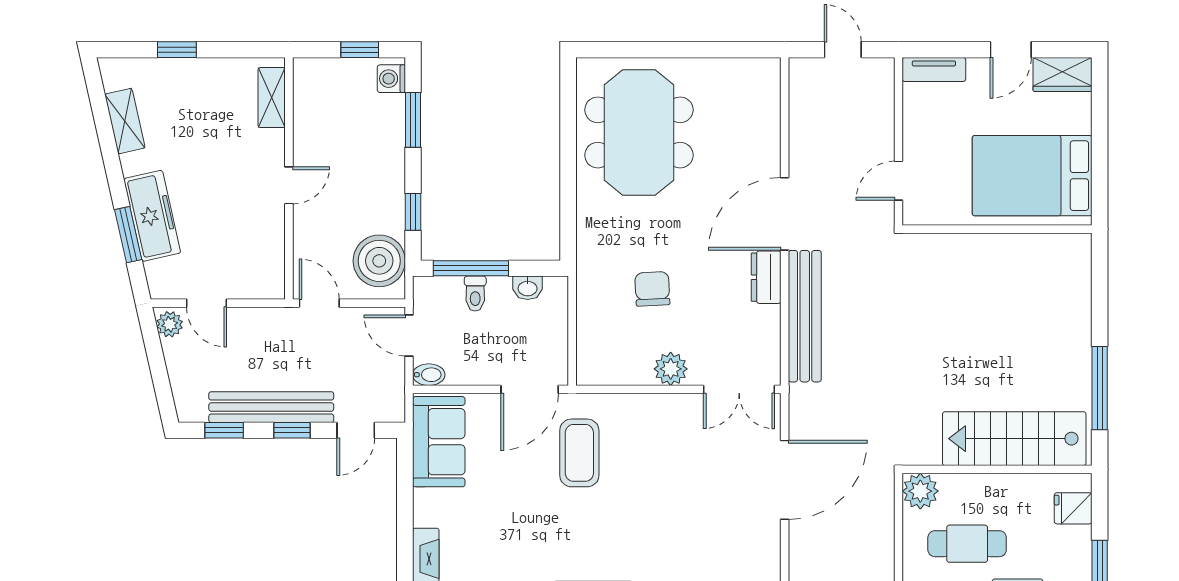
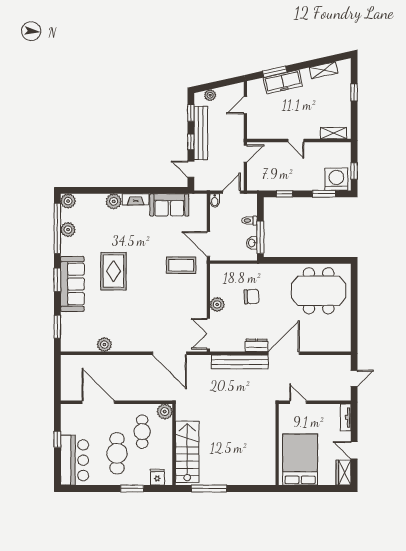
washing machine: (391, 79) -> (336, 179), width x1.89, depth x1.89
door: (785, 214) -> (284, 353), hinge flipped
boiler: (379, 261) -> (264, 179), removed
window: (471, 268) -> (260, 237), moved
plant: (170, 324) -> (210, 95), moved
sofa: (439, 442) -> (169, 205), moved

